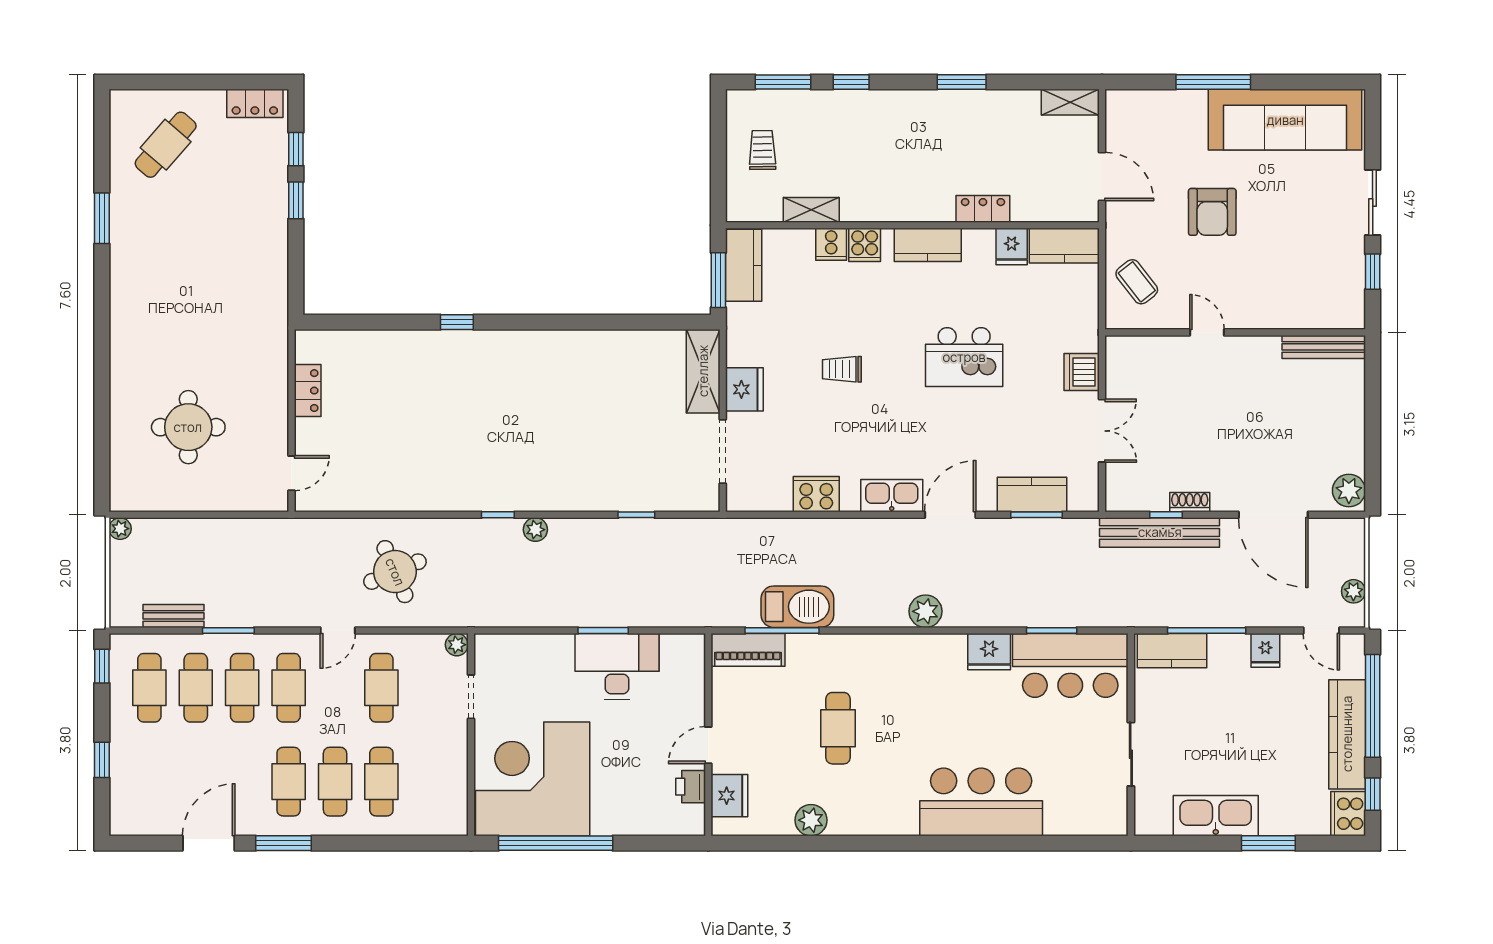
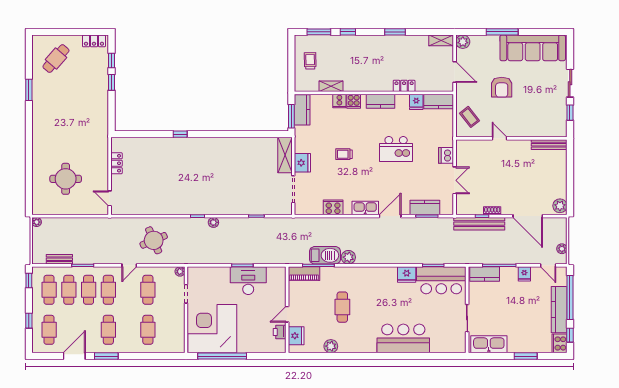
plant: (1121, 105) -> (463, 42), added
door: (291, 473) -> (110, 198), swing flipped
plant: (926, 611) -> (348, 257), moved
cafe table: (335, 782) -> (49, 330), moved
kitchen sink: (1216, 816) -> (489, 344), moved

